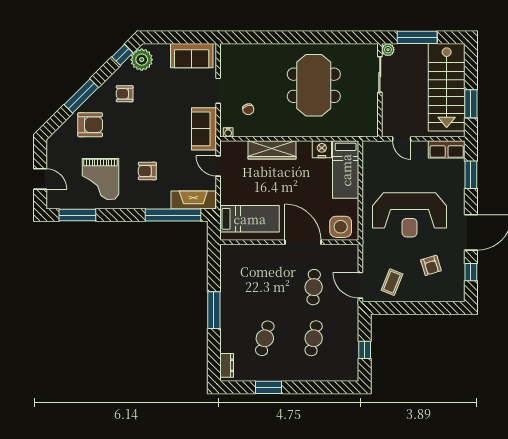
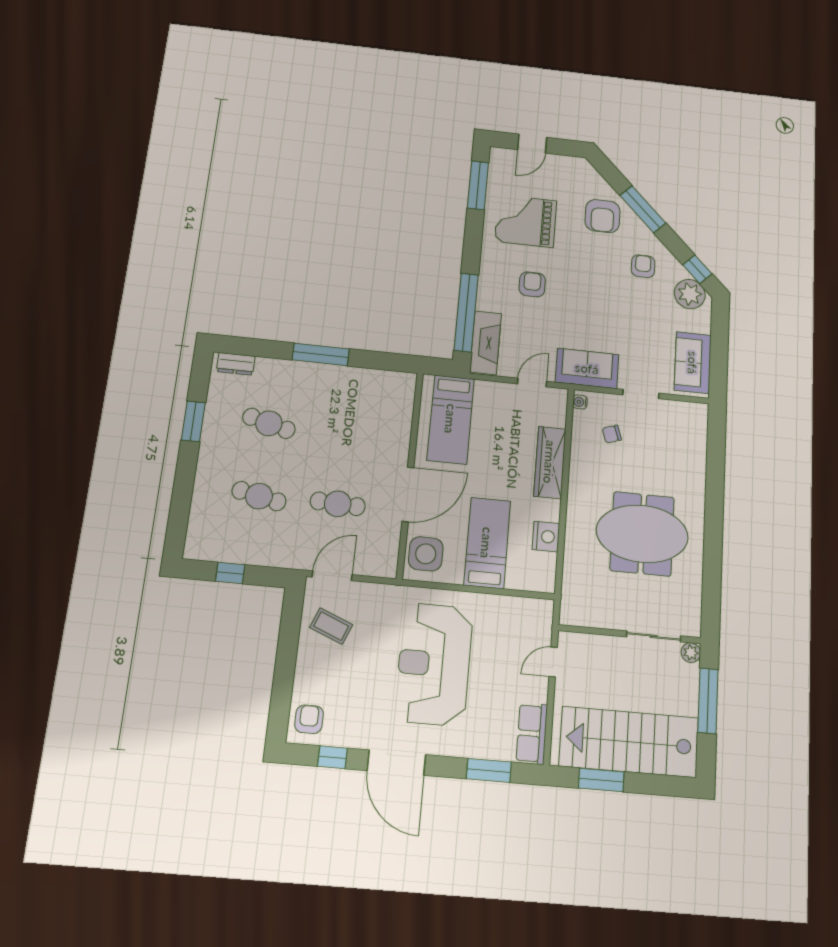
bed: (346, 170) -> (487, 543), moved, turned 90
armchair: (431, 265) -> (309, 719), moved, turned 107

